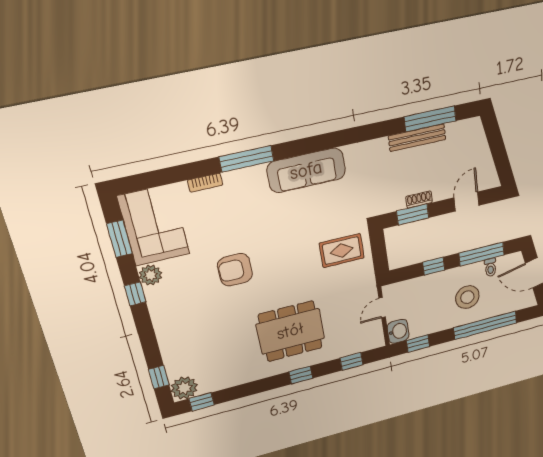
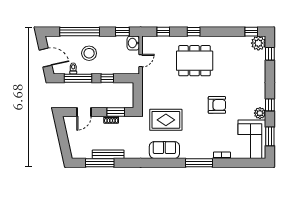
sofa: (306, 170) -> (164, 150), width x0.73
rug: (342, 251) -> (166, 120), moved, width x1.36, depth x1.43

